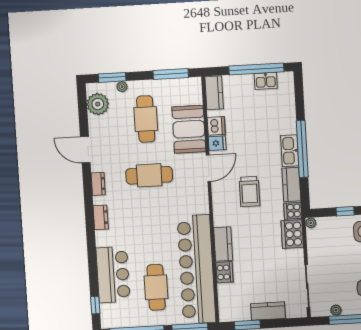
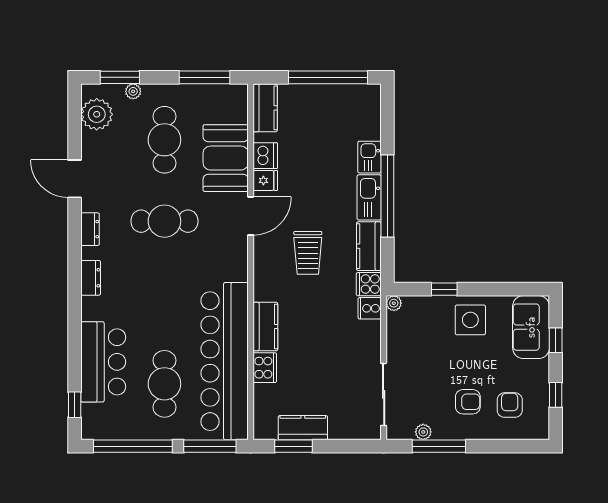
kitchen sink: (266, 81) -> (370, 157), moved, turned 90
cooker: (292, 234) -> (370, 308), width x0.53, depth x0.76
kitchen counter: (268, 311) -> (303, 428), moved

